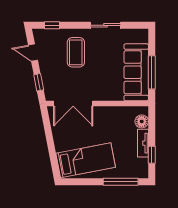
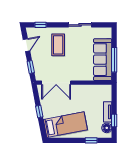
door: (33, 53) -> (26, 45), swing flipped
floor lamp: (142, 121) -> (107, 128), moved
window: (50, 143) -> (39, 111), added
window: (121, 182) -> (91, 140), width x0.46

